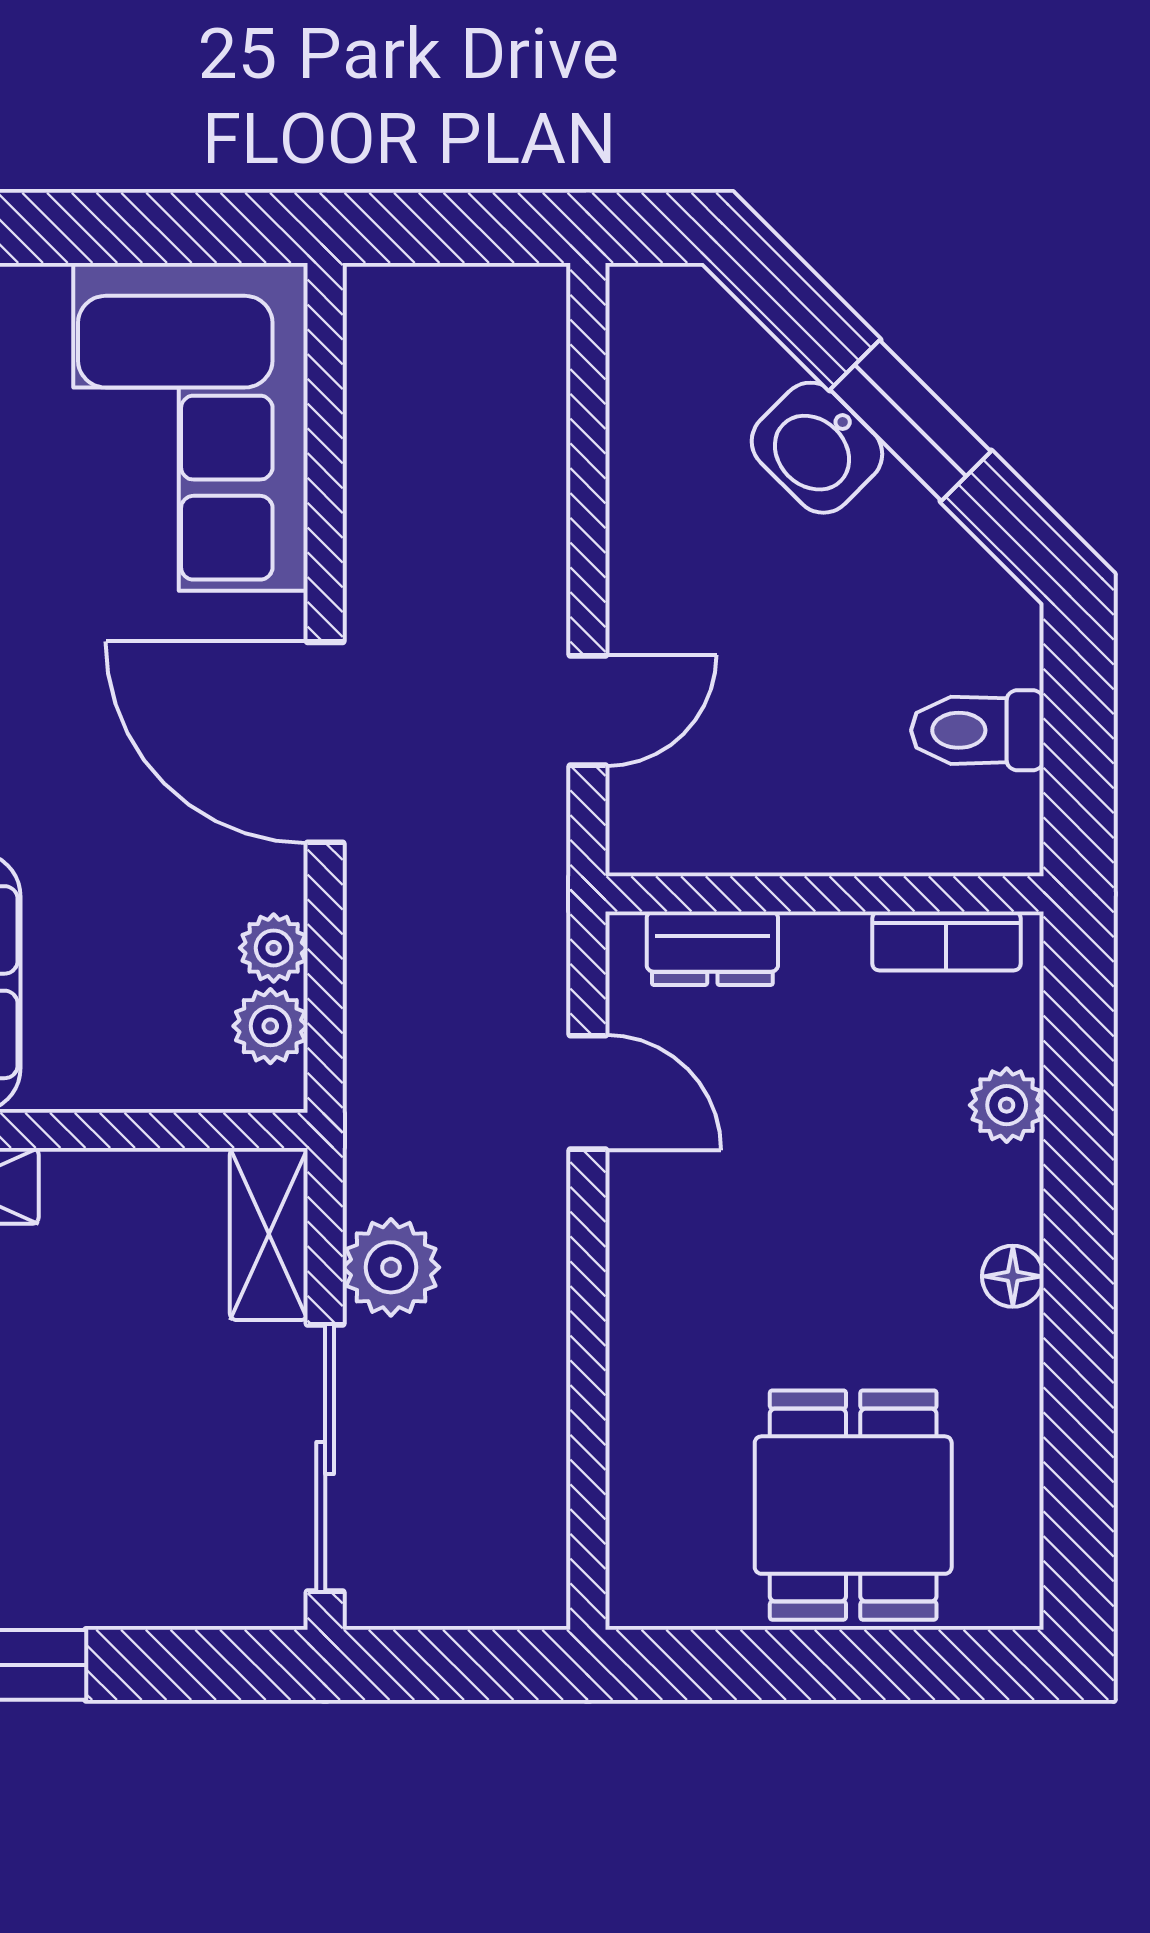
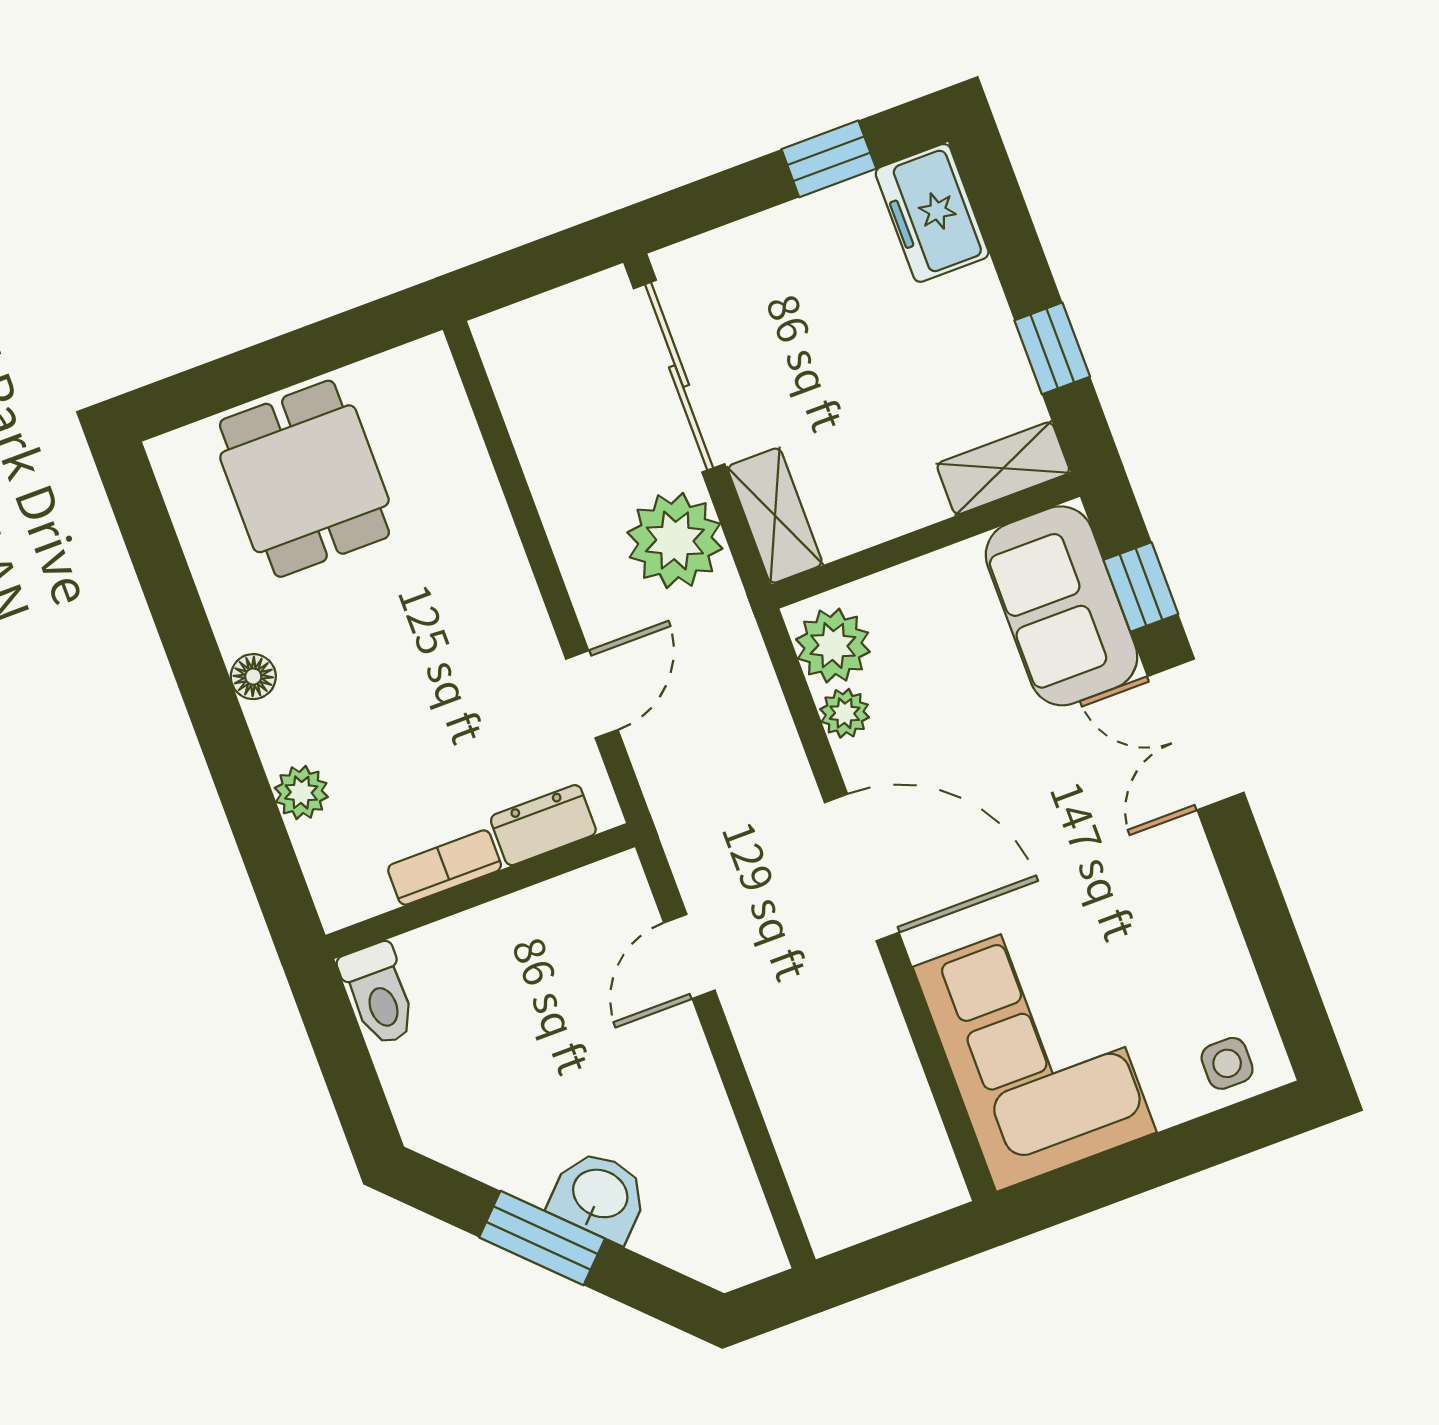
toilet: (977, 730) -> (379, 994), moved, turned 90
bookcase: (946, 941) -> (445, 868), moved
plant: (270, 1026) -> (833, 646), width x1.38, depth x1.38
door: (588, 1092) -> (592, 694), swing flipped
plant: (391, 1267) -> (675, 541), width x1.36, depth x1.36

